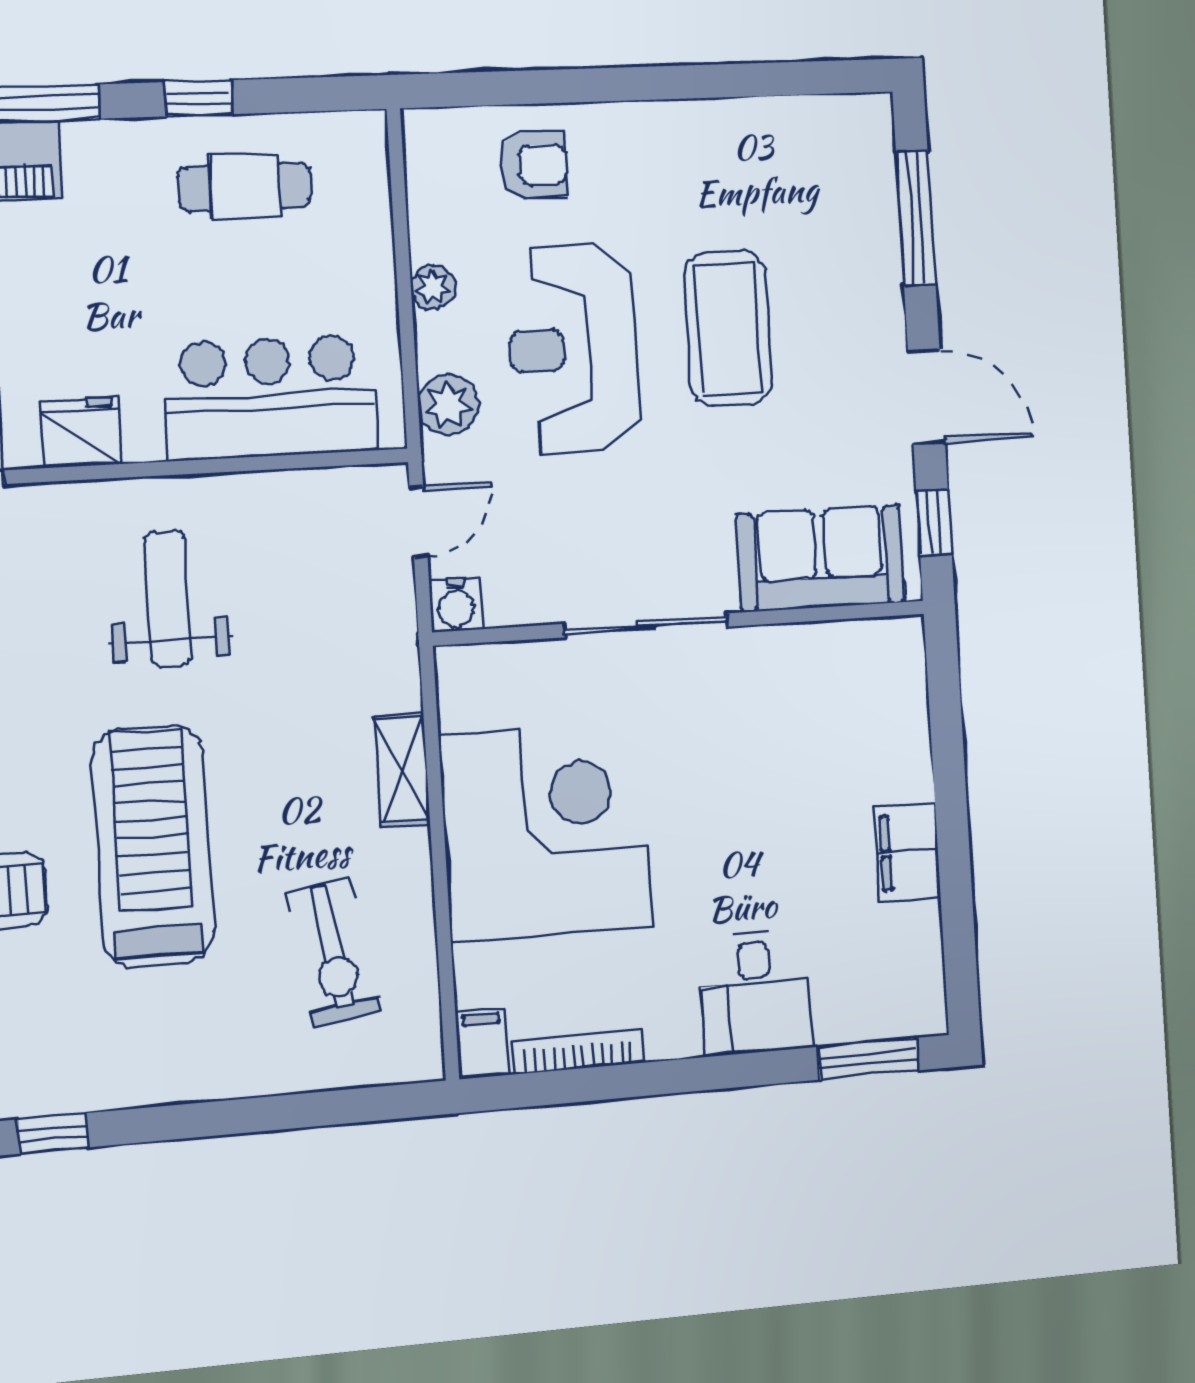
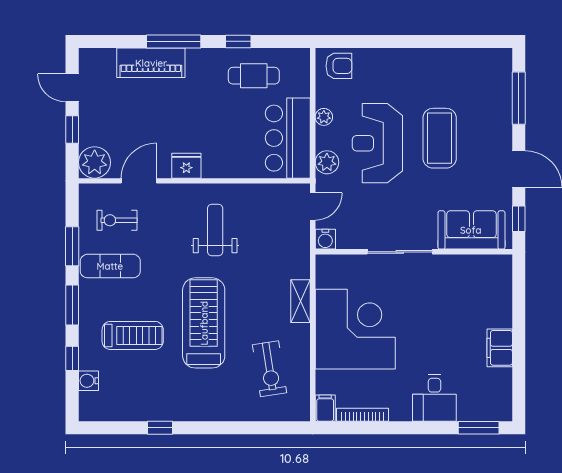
armchair: (534, 165) -> (339, 66), moved
bar counter: (270, 397) -> (288, 138), moved, turned -90

